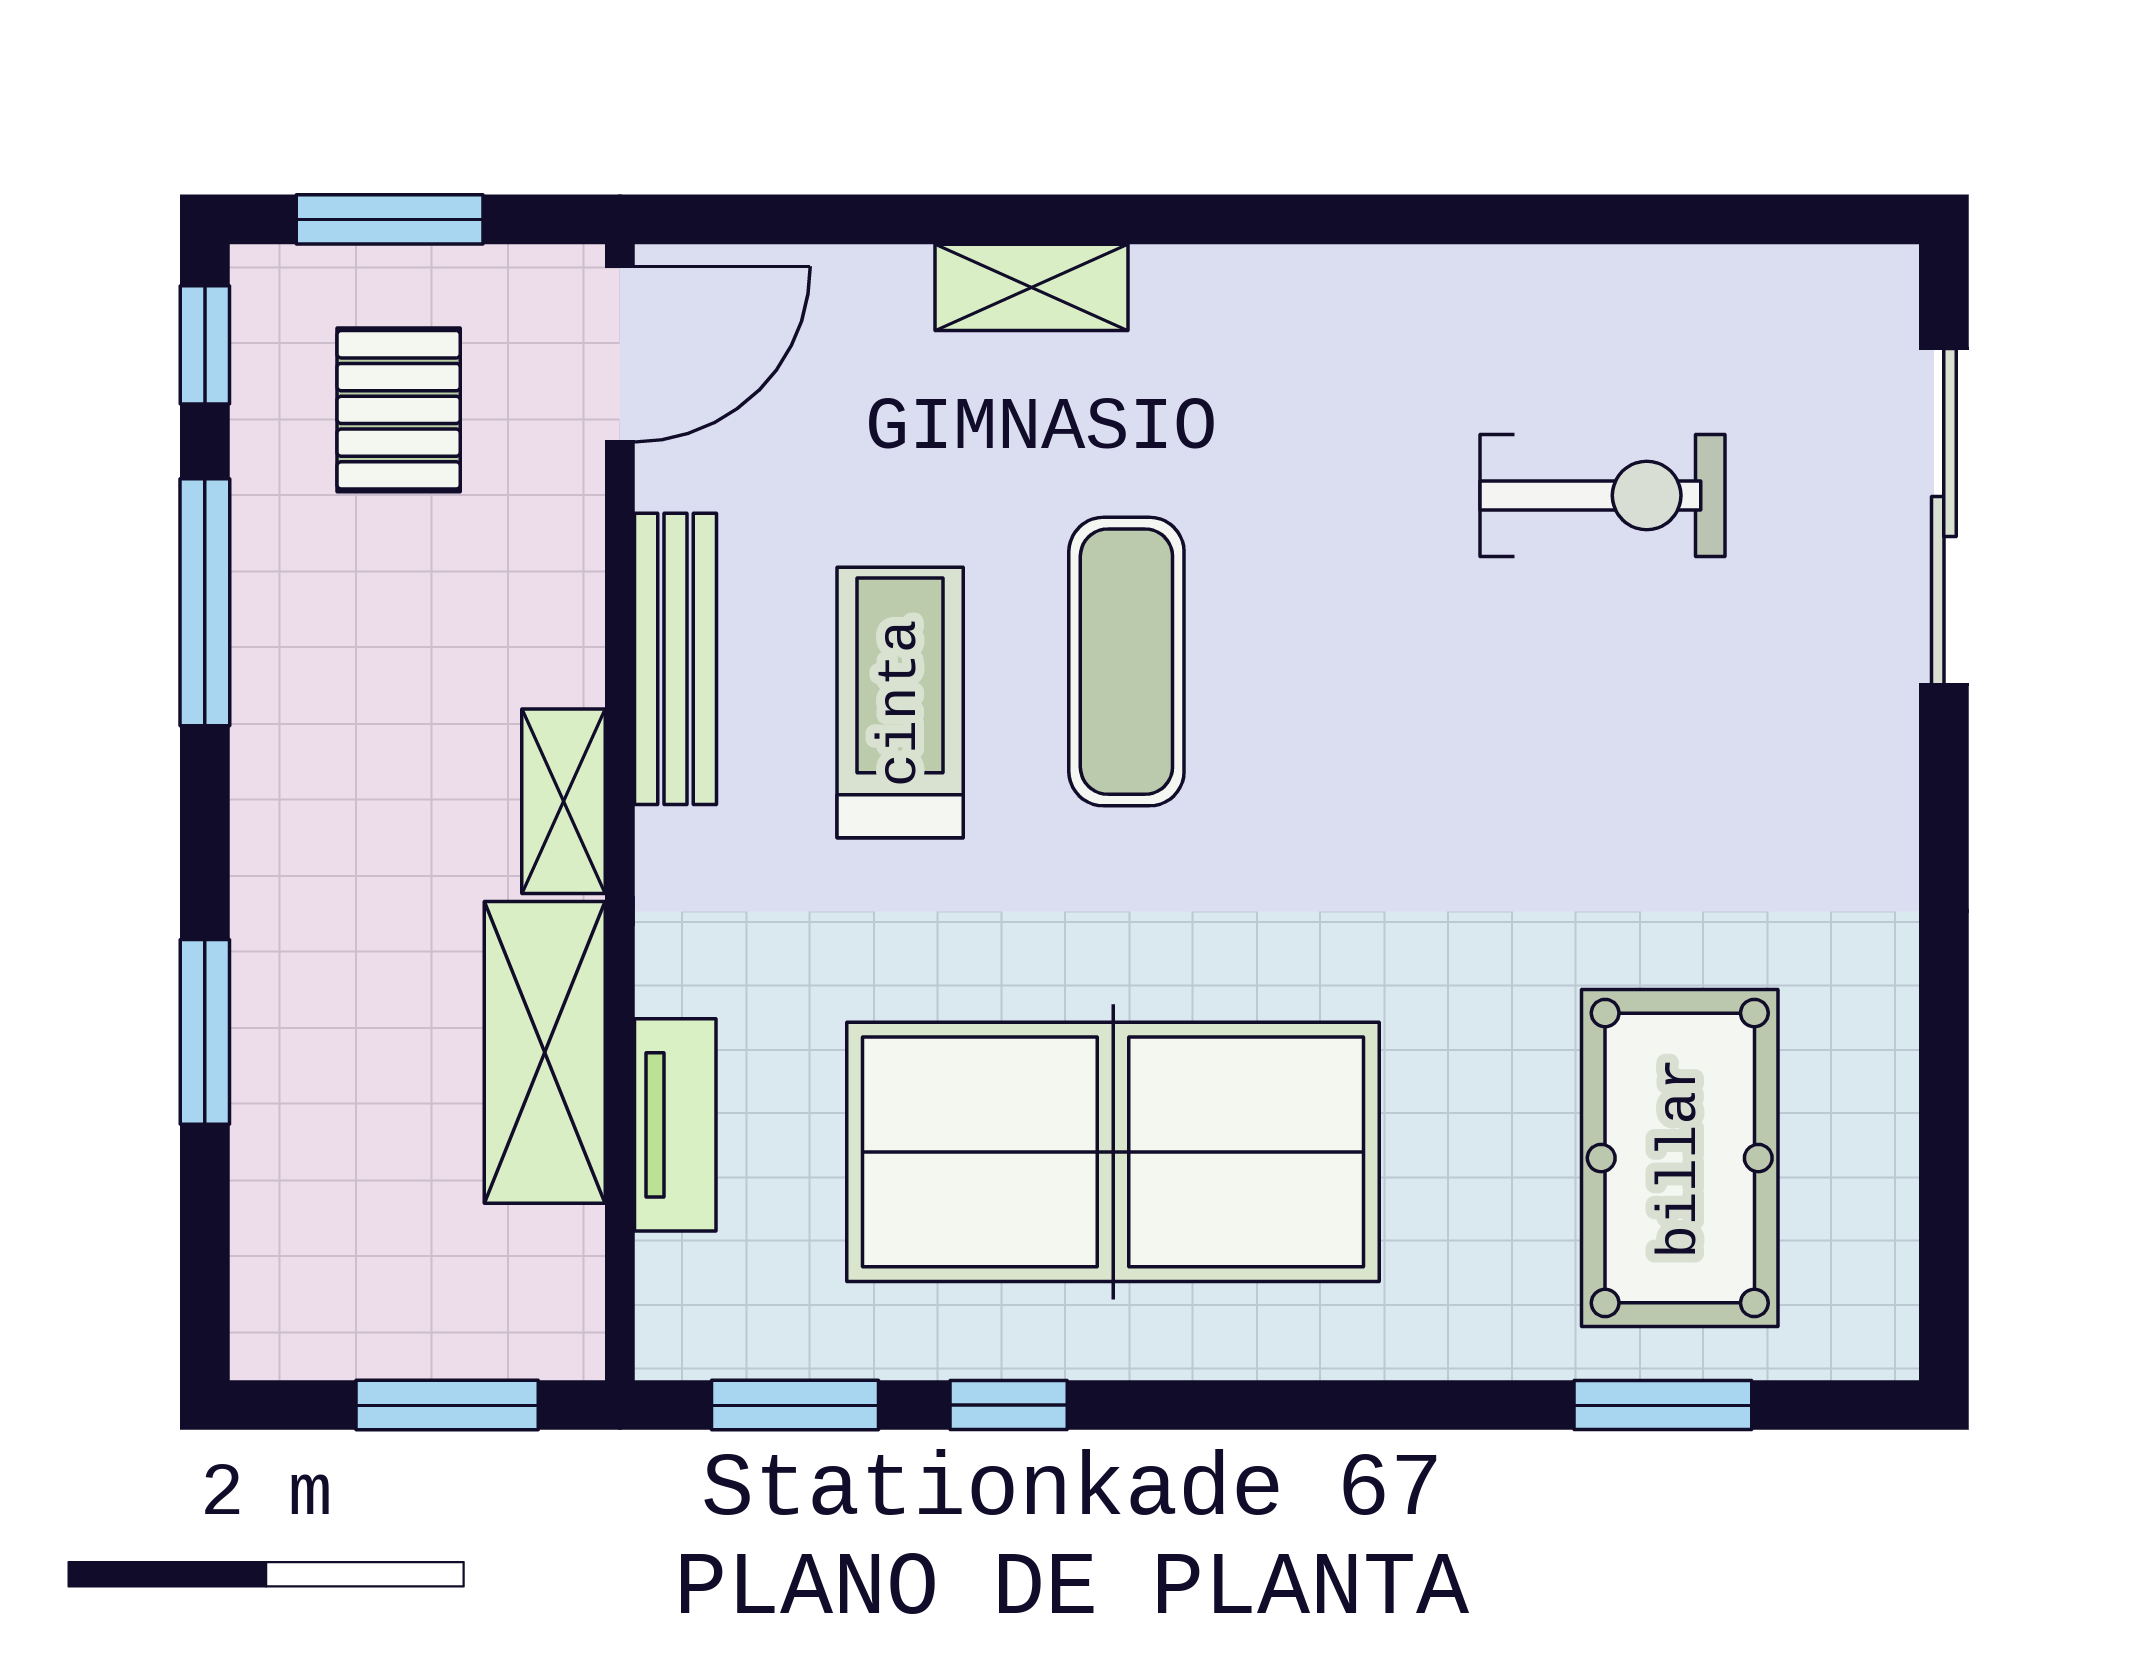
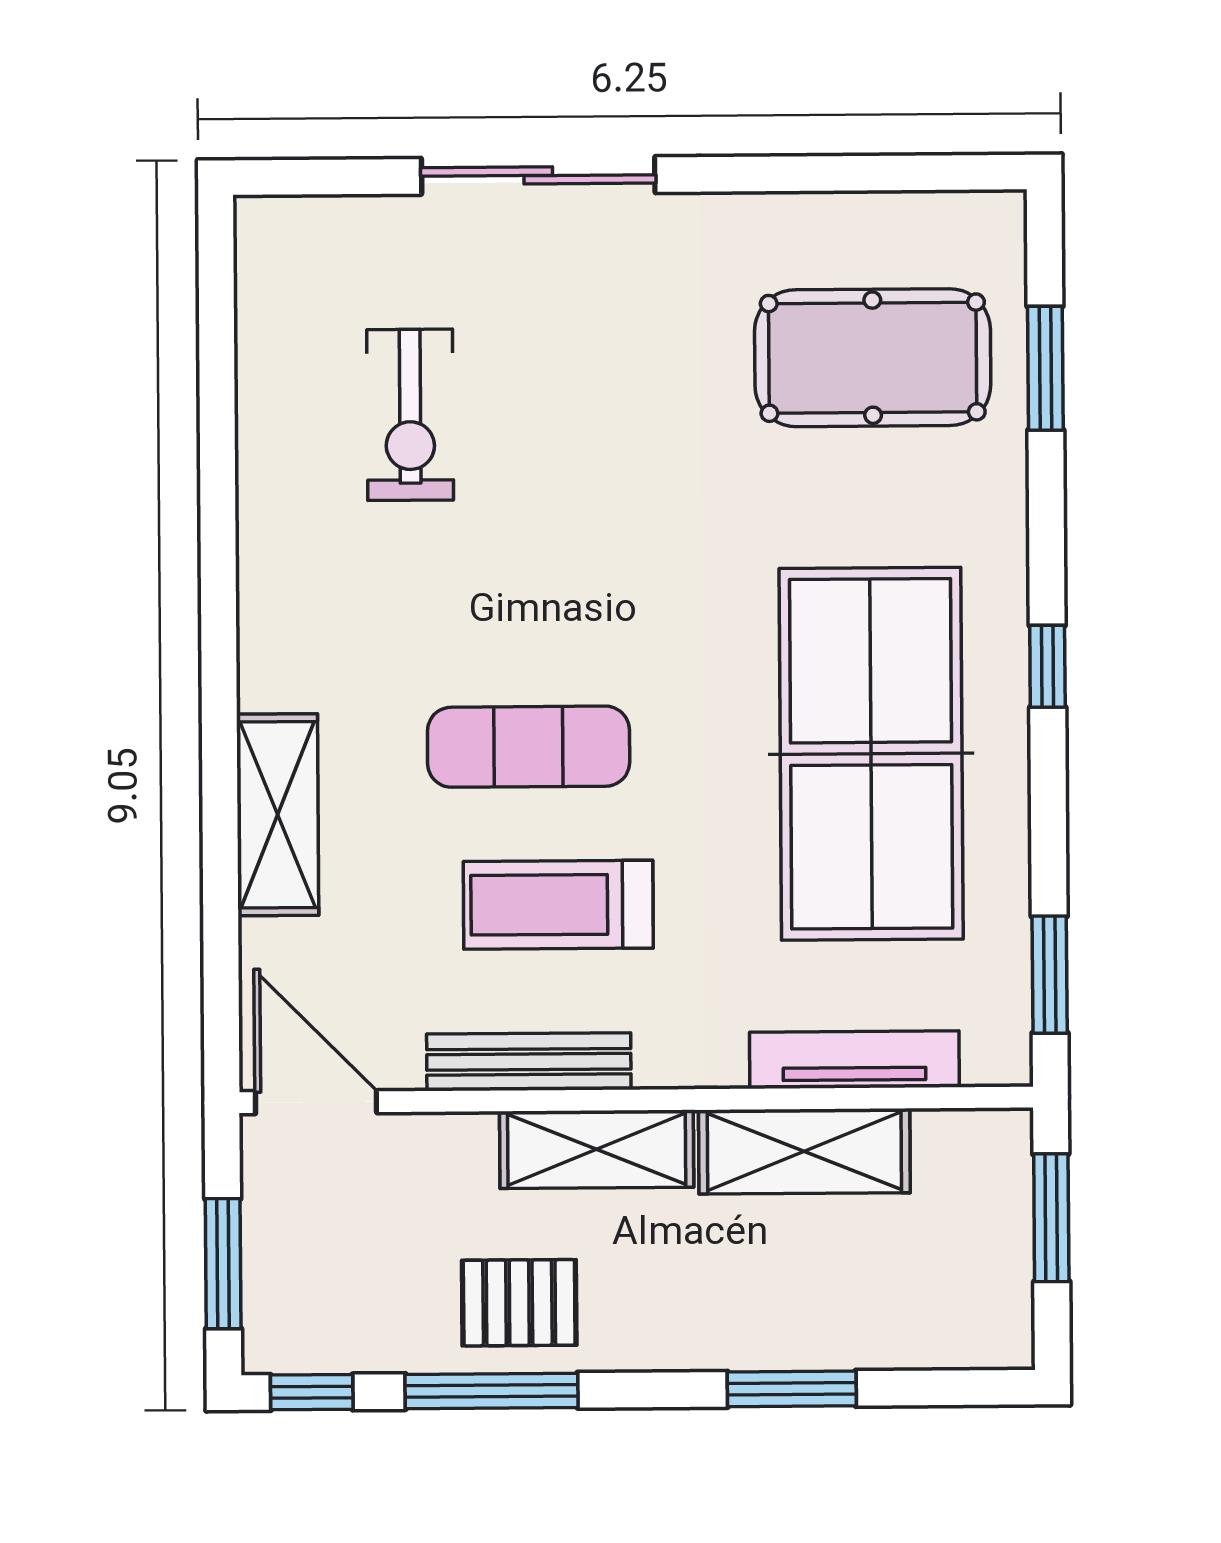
shelving: (1032, 287) -> (278, 815), width x1.50, depth x1.33
pallet: (399, 410) -> (519, 1303), moved
exercise bike: (1603, 495) -> (410, 415), turned 180
sliding door: (1944, 517) -> (538, 175), moved
shelving: (563, 801) -> (597, 1149), width x1.50, depth x1.33
tv unit: (675, 1125) -> (854, 1060), width x1.41
window: (1009, 1405) -> (1047, 666), moved

